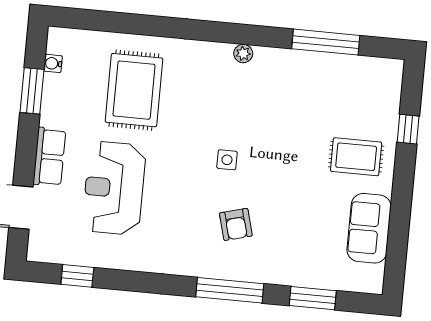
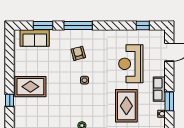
row of seats: (49, 157) -> (159, 89), moved
rug: (356, 157) -> (30, 87), width x1.36, depth x1.43
reception desk: (114, 188) -> (131, 64), turned 180
sofa: (369, 228) -> (35, 38), moved, turned 90

